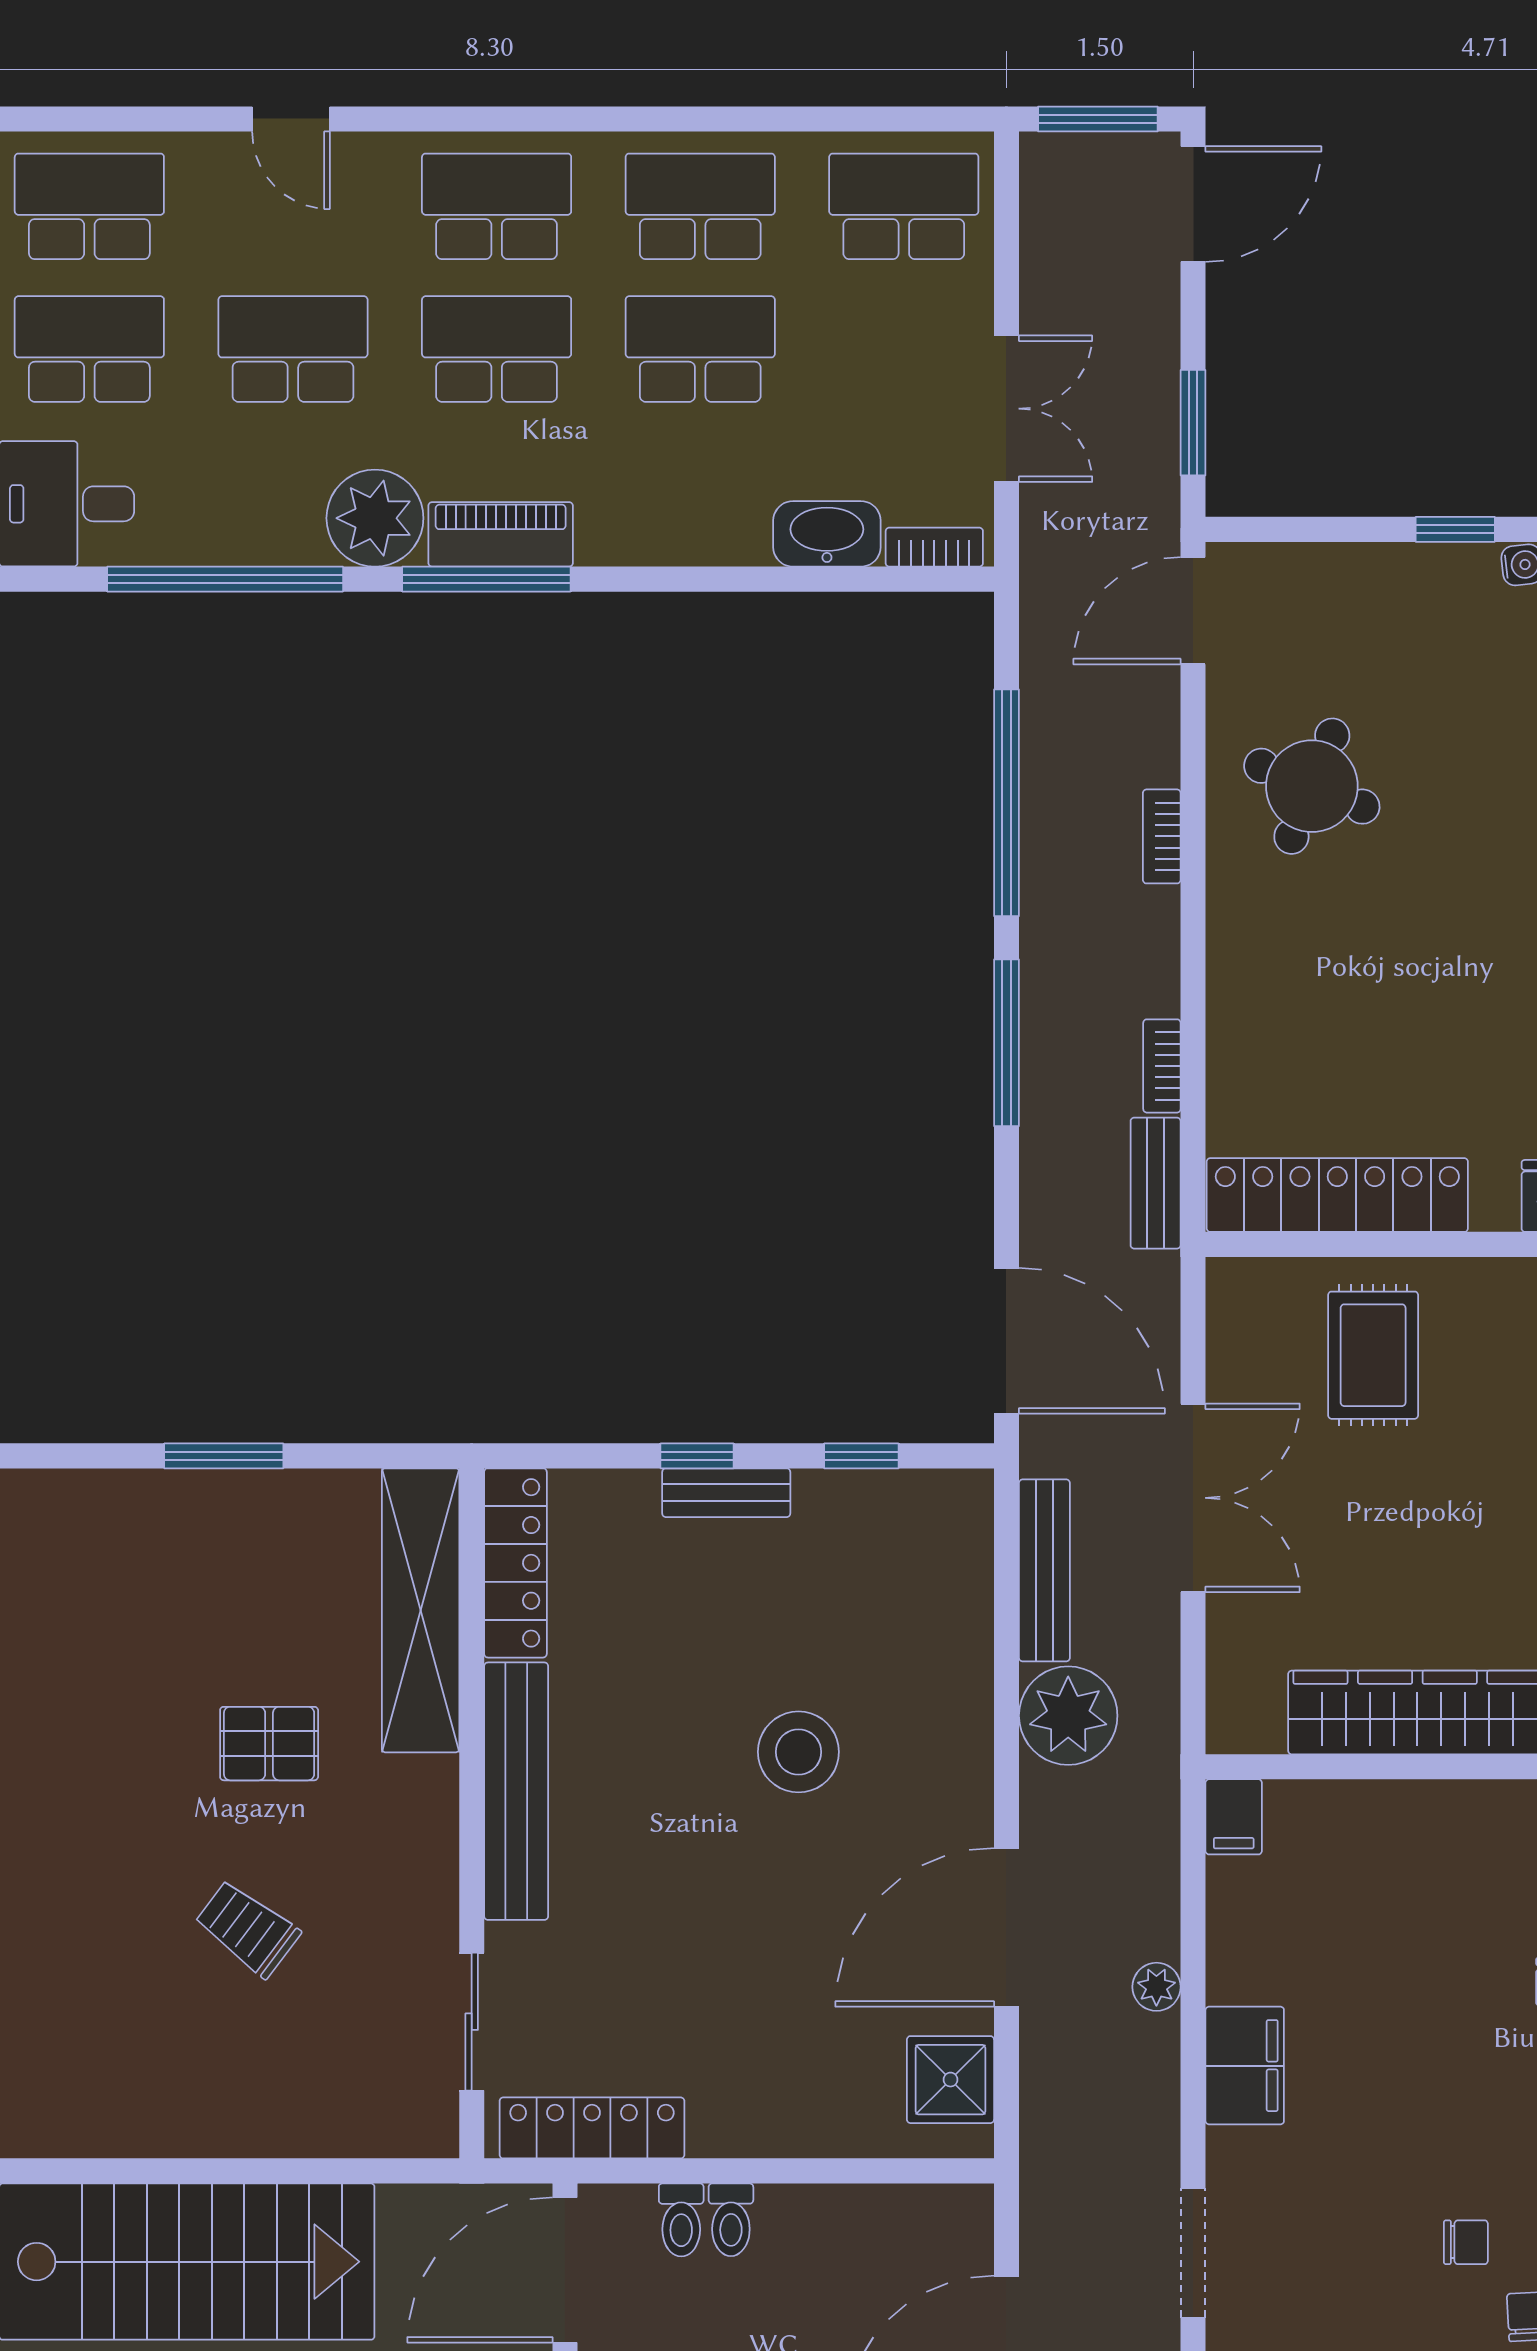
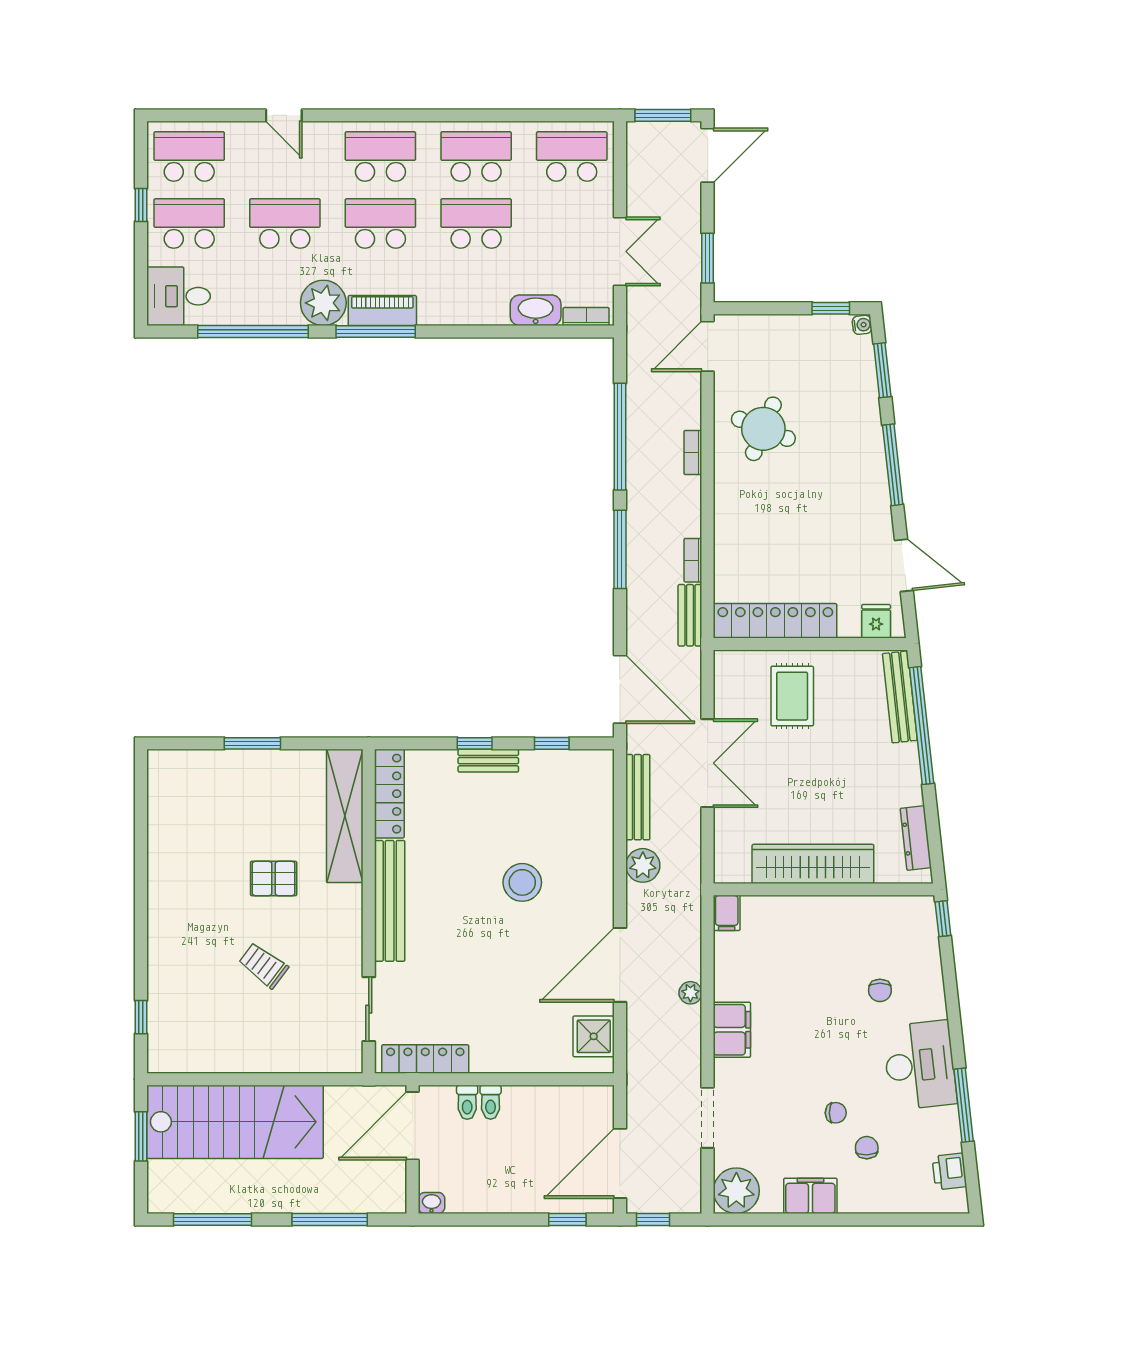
plant: (1068, 1716) -> (643, 865), width x0.73, depth x0.73

